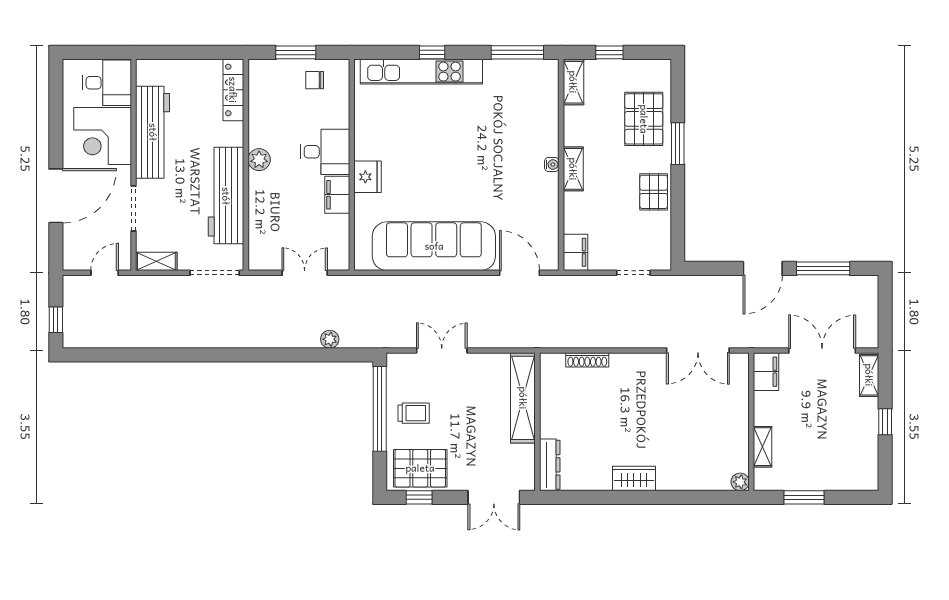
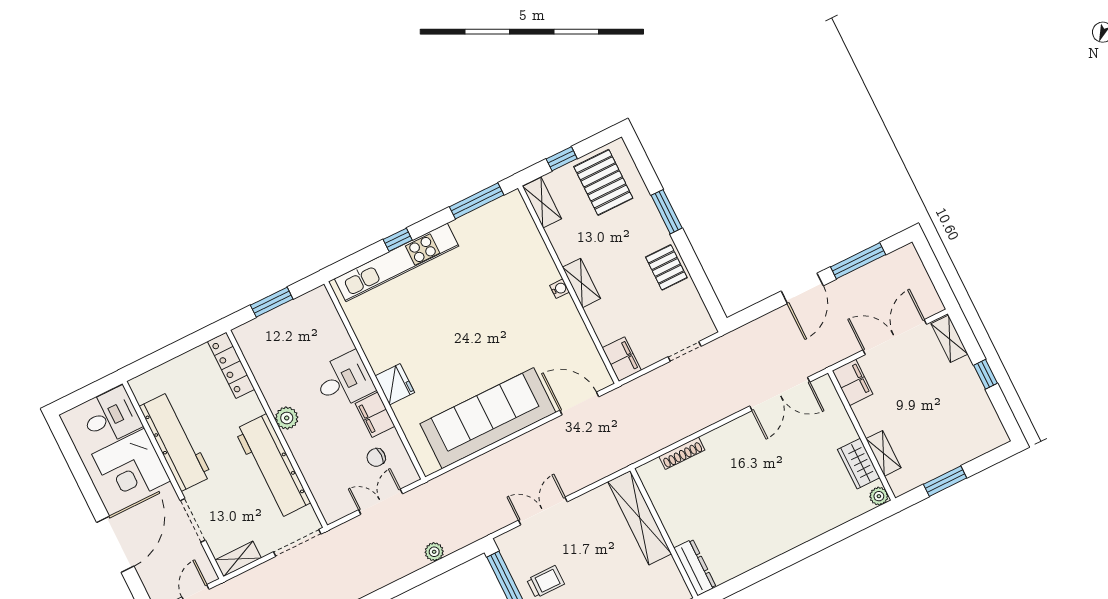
chair: (315, 80) -> (376, 457), moved
pallet: (644, 119) -> (603, 182), moved
wardrobe: (634, 478) -> (859, 464), moved, turned -90

